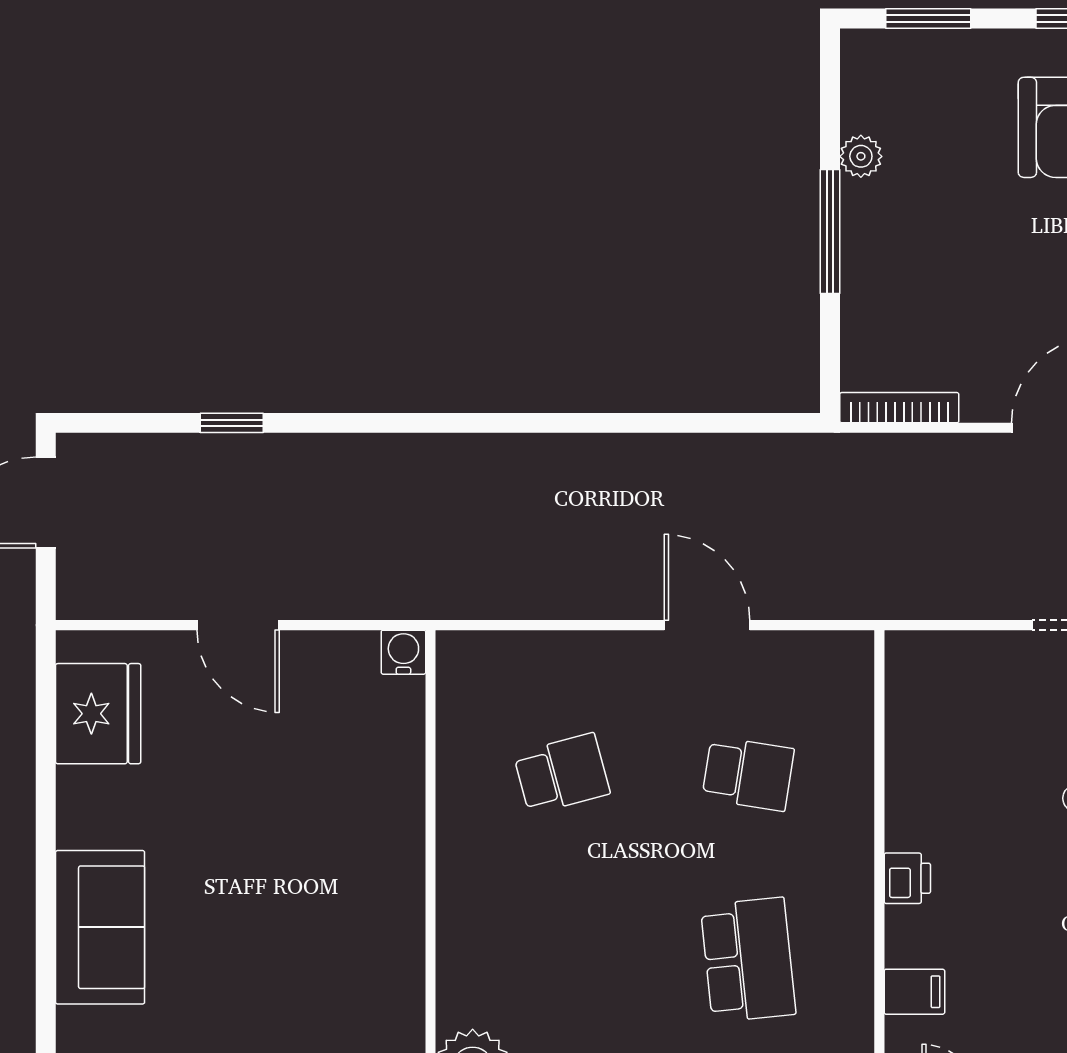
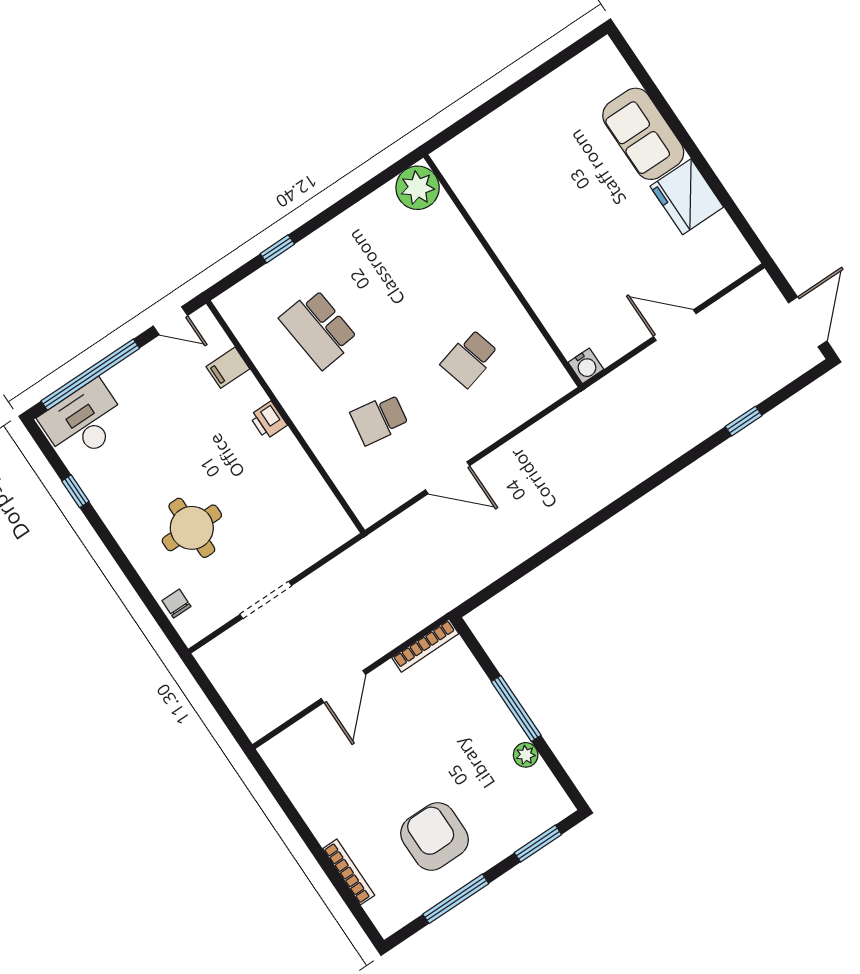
fridge: (98, 714) -> (687, 197), moved

